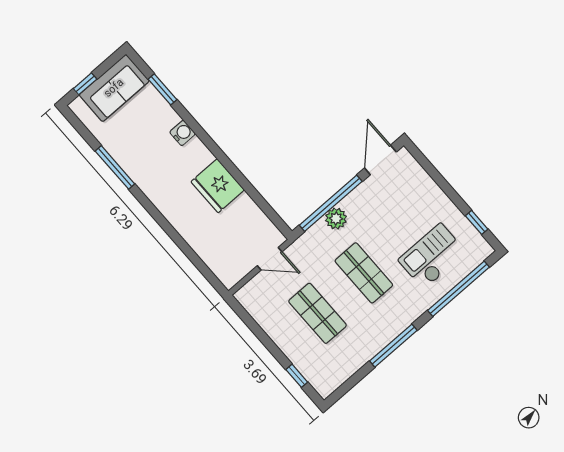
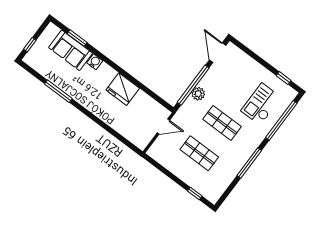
sofa: (114, 88) -> (71, 50), moved, turned 90

